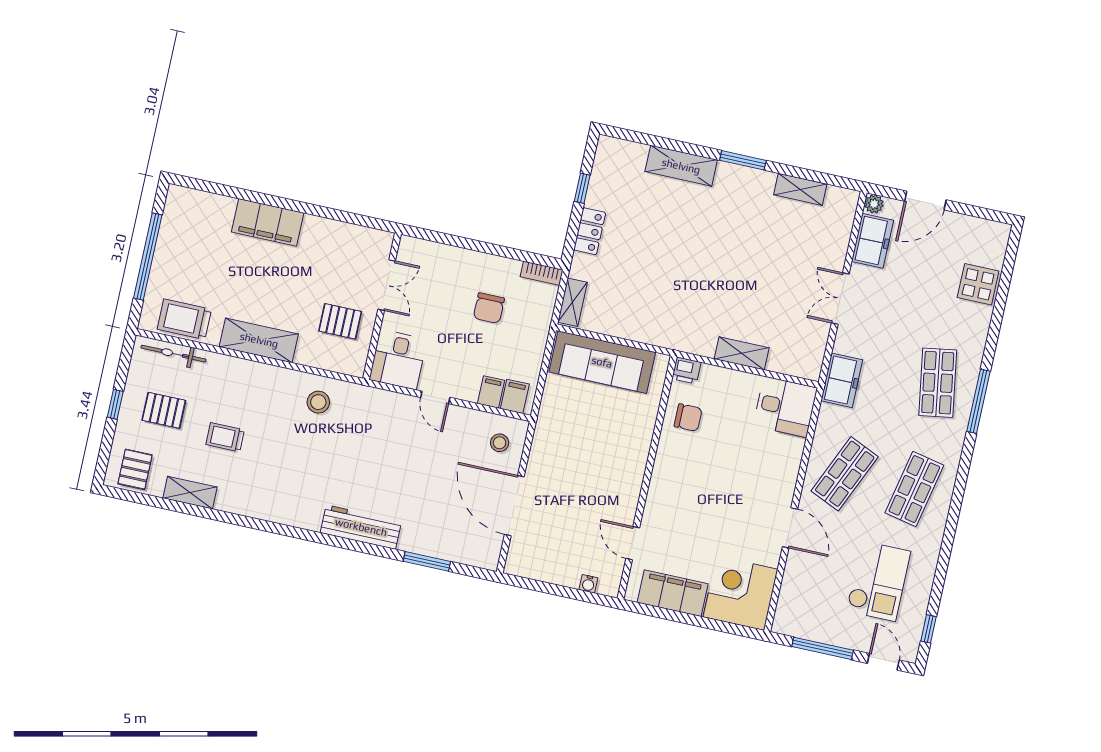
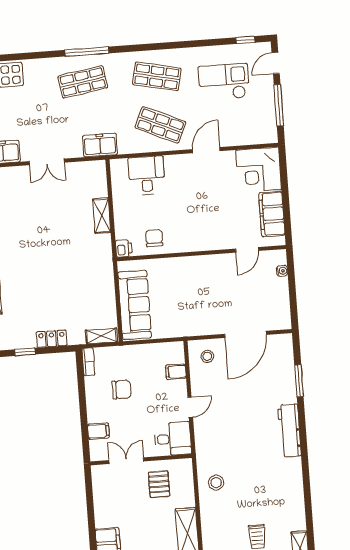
filing cabinet: (515, 396) -> (98, 431), moved, turned 180
desk: (785, 407) -> (147, 175), moved

